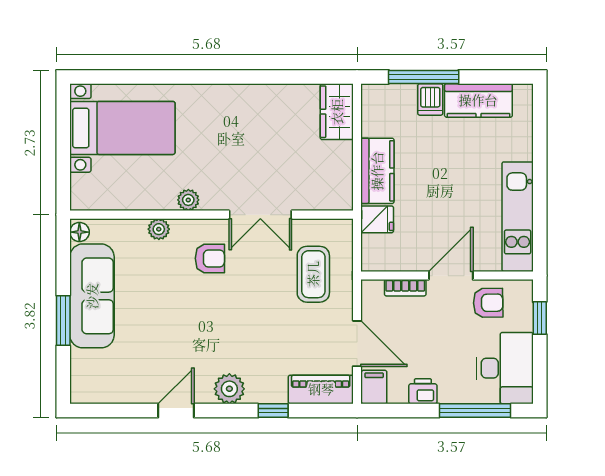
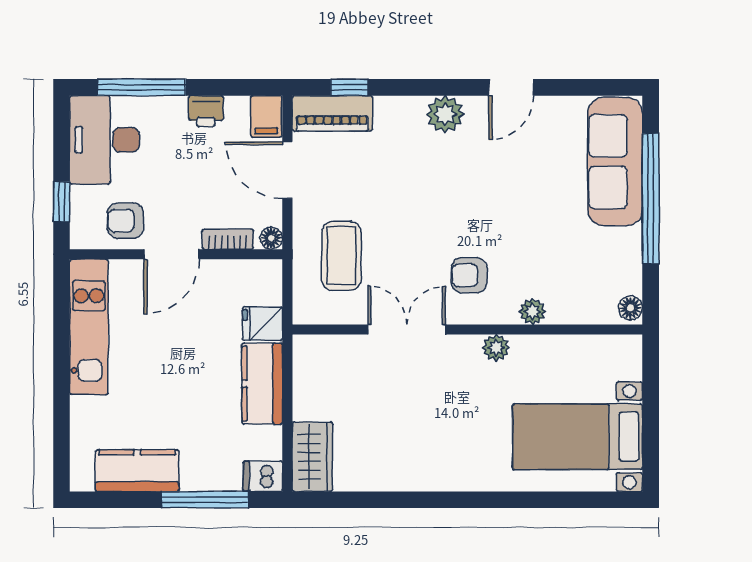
dishwasher: (430, 99) -> (263, 476), moved, turned -90
floor lamp: (370, 288) -> (271, 238), added
sofa: (92, 296) -> (615, 162), moved
window: (63, 321) -> (651, 199), width x2.11
window: (273, 411) -> (349, 87), moved

